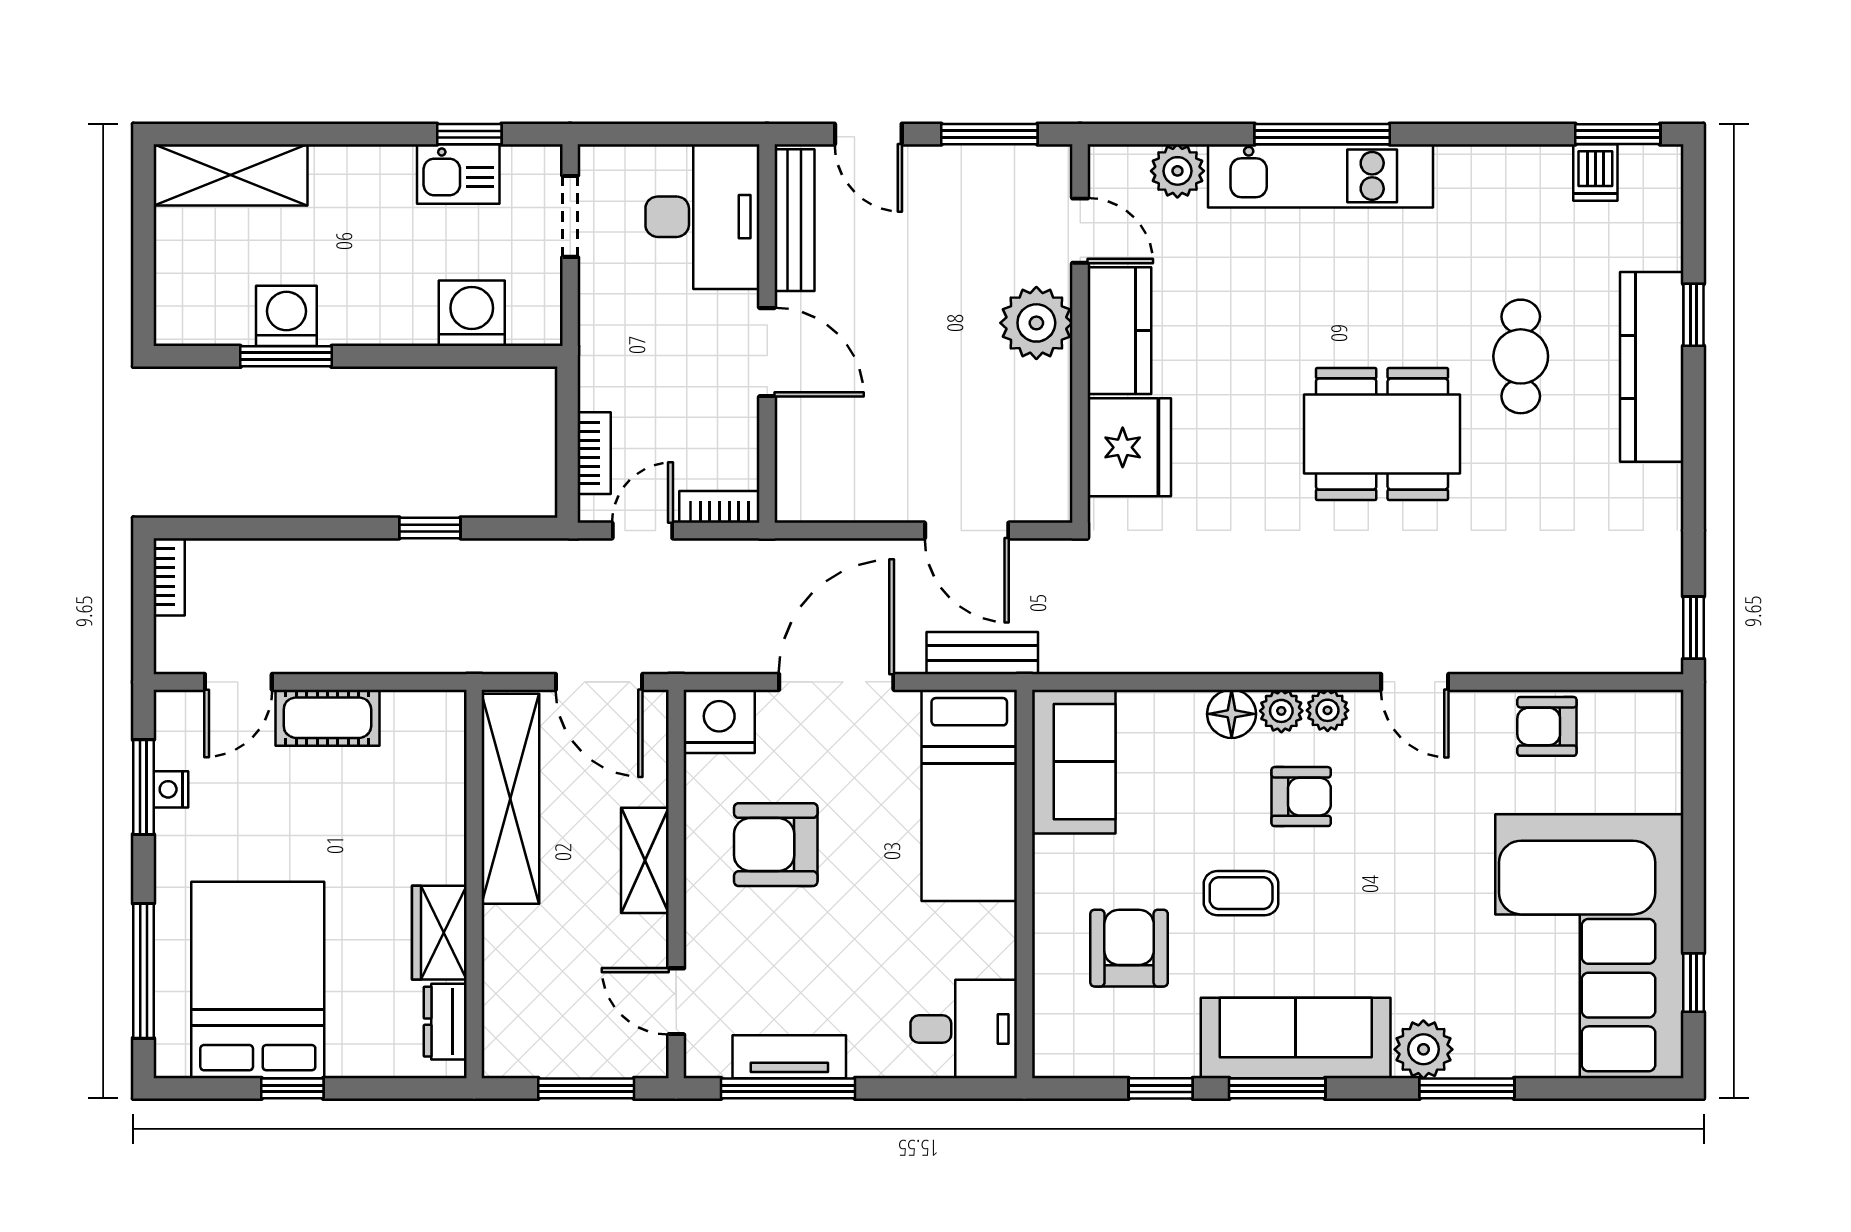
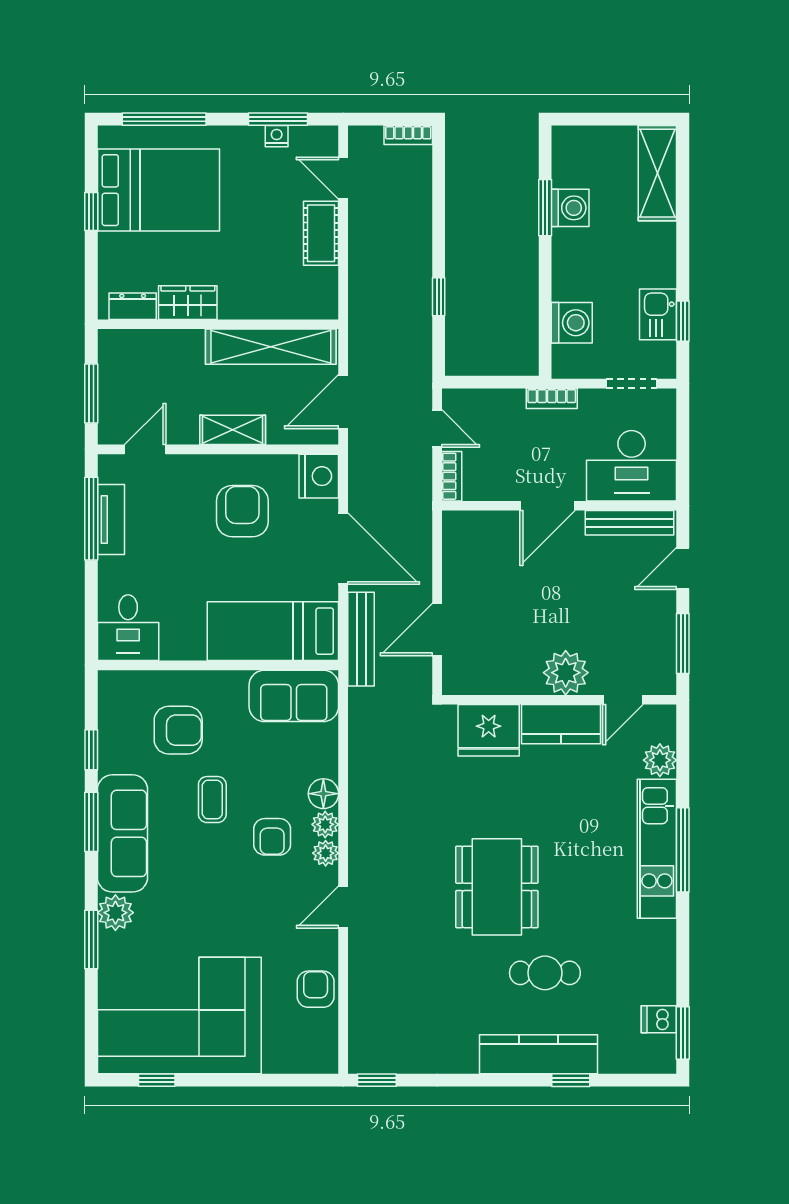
bookcase: (594, 453) -> (552, 399), moved
bench: (982, 653) -> (361, 639), width x1.36

